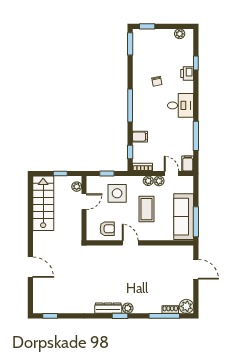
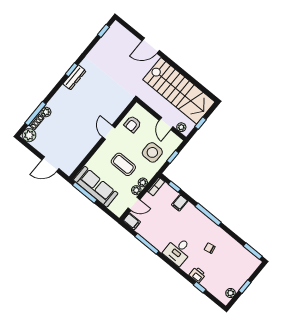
window: (147, 26) -> (245, 287), moved
stairs: (43, 203) -> (179, 91), width x1.36, depth x1.51
door: (130, 243) -> (109, 132), swing flipped
plant: (128, 308) -> (46, 112), moved
window: (120, 316) -> (71, 70), moved

